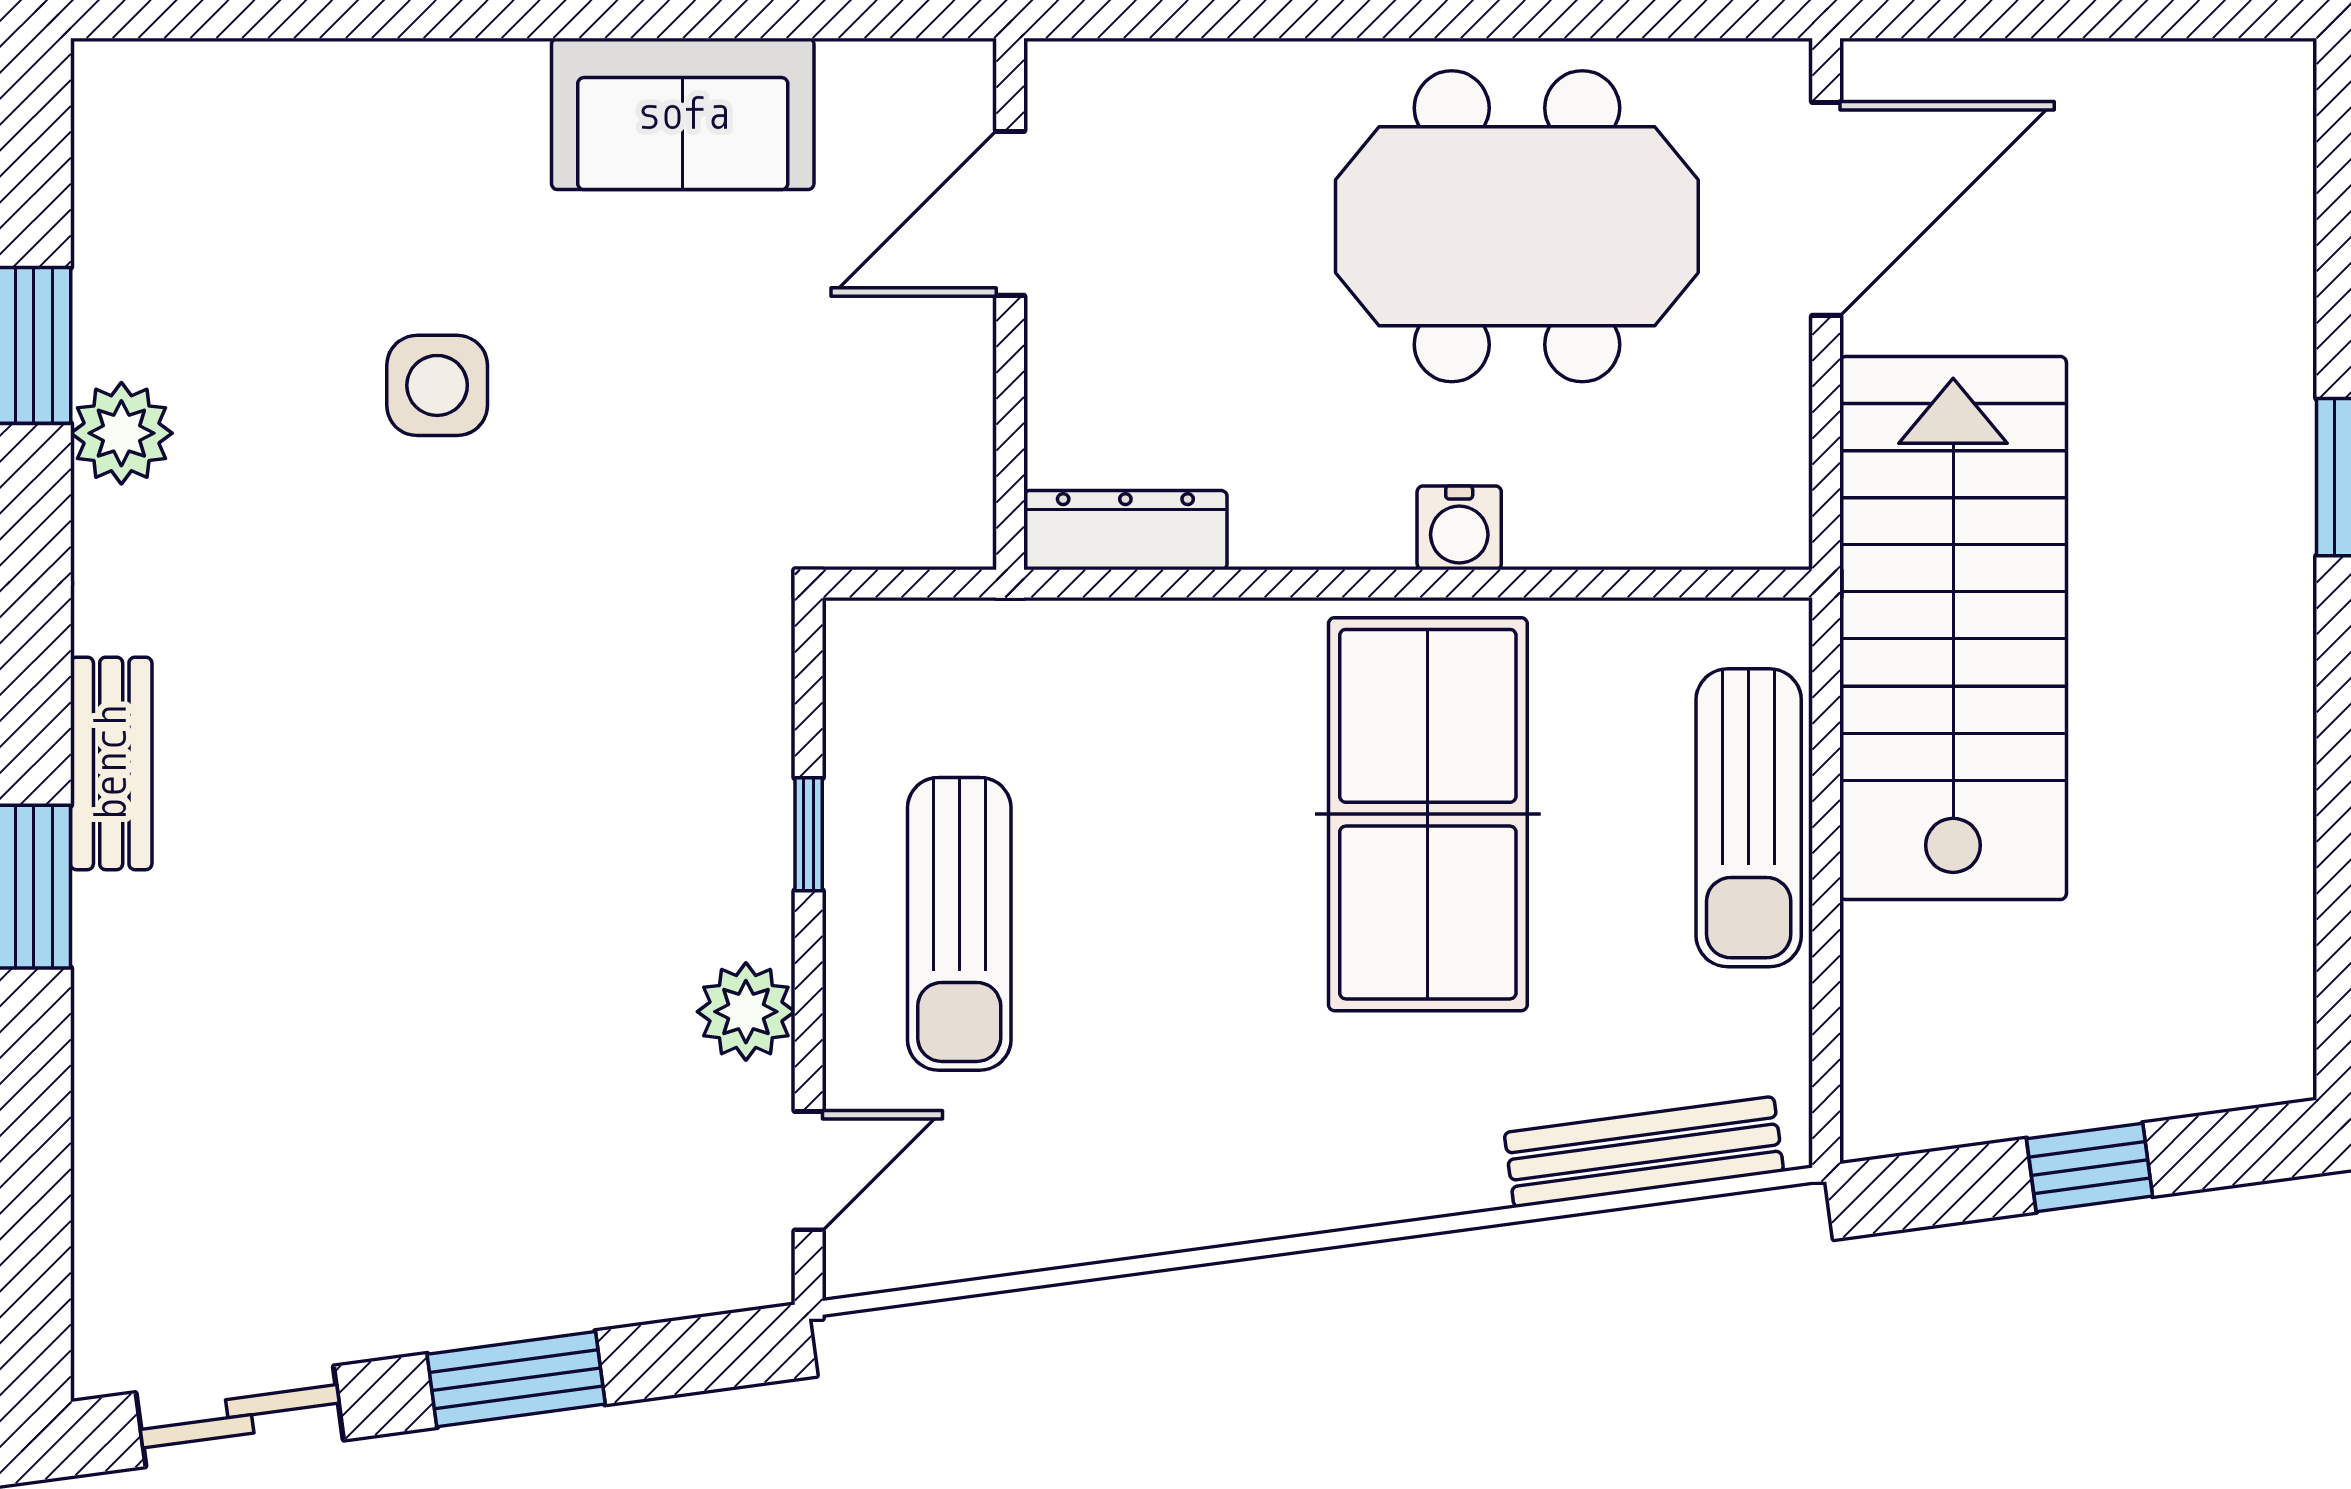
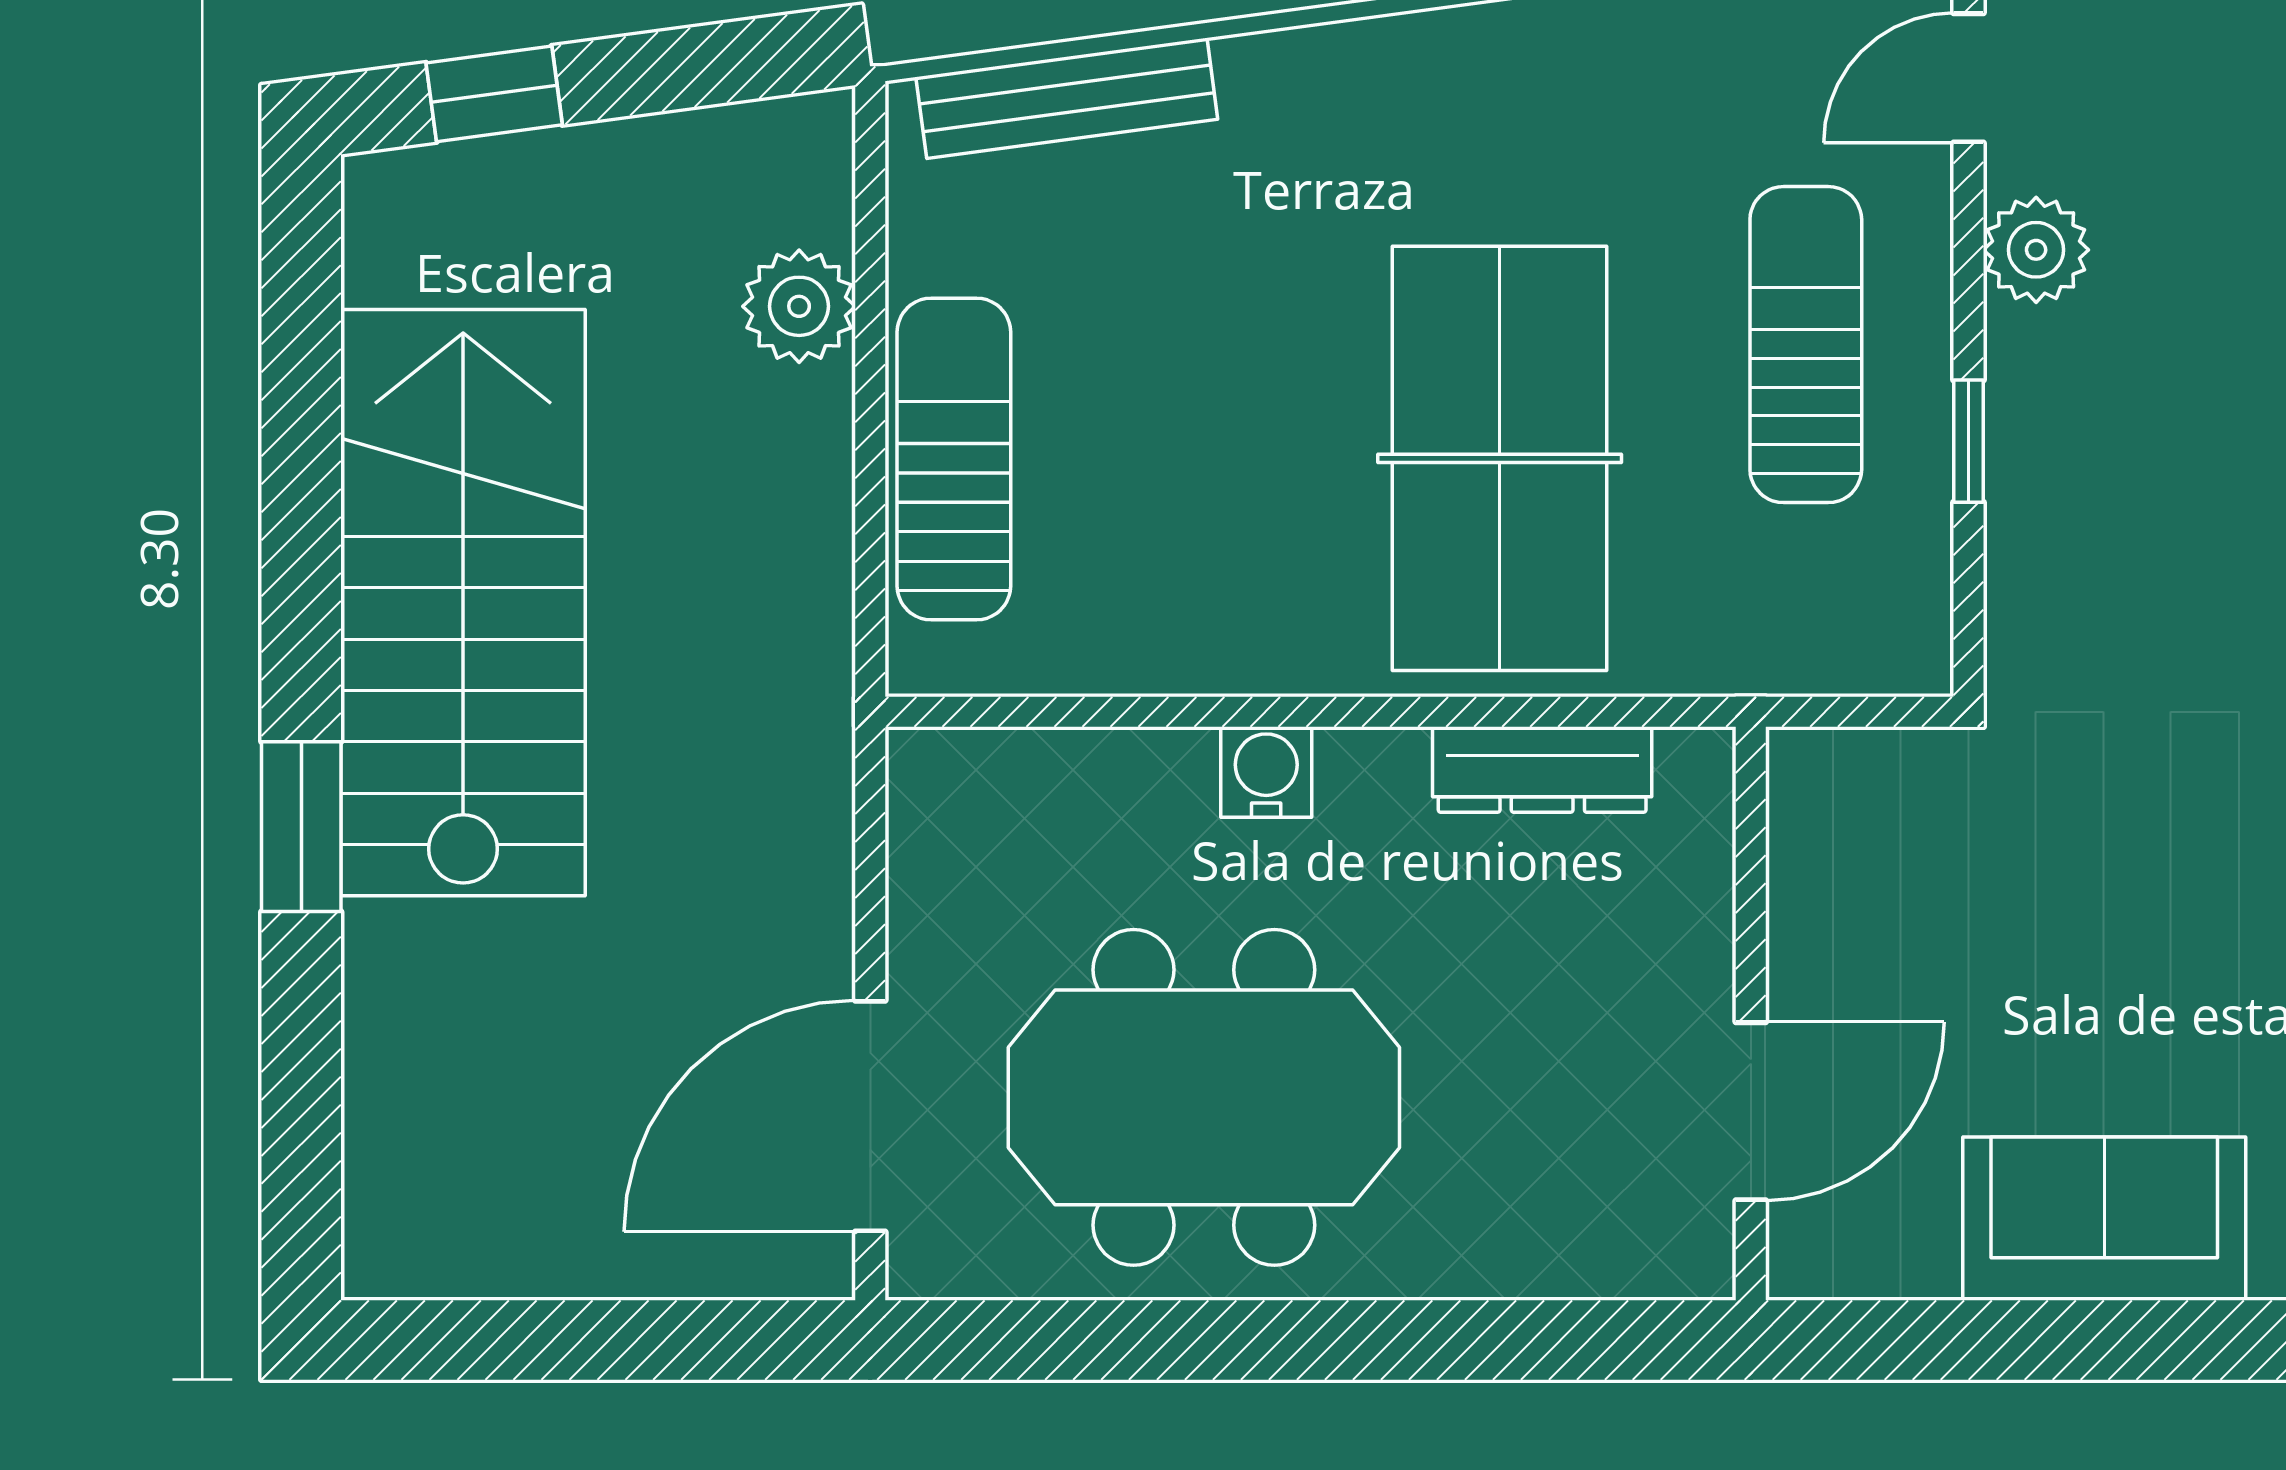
dresser: (1125, 530) -> (1542, 769), moved
stairs: (1953, 628) -> (463, 603), moved, turned 180
table tennis table: (1428, 814) -> (1500, 458), moved
plant: (1892, 959) -> (799, 306), added
window: (2089, 1167) -> (494, 94), moved

